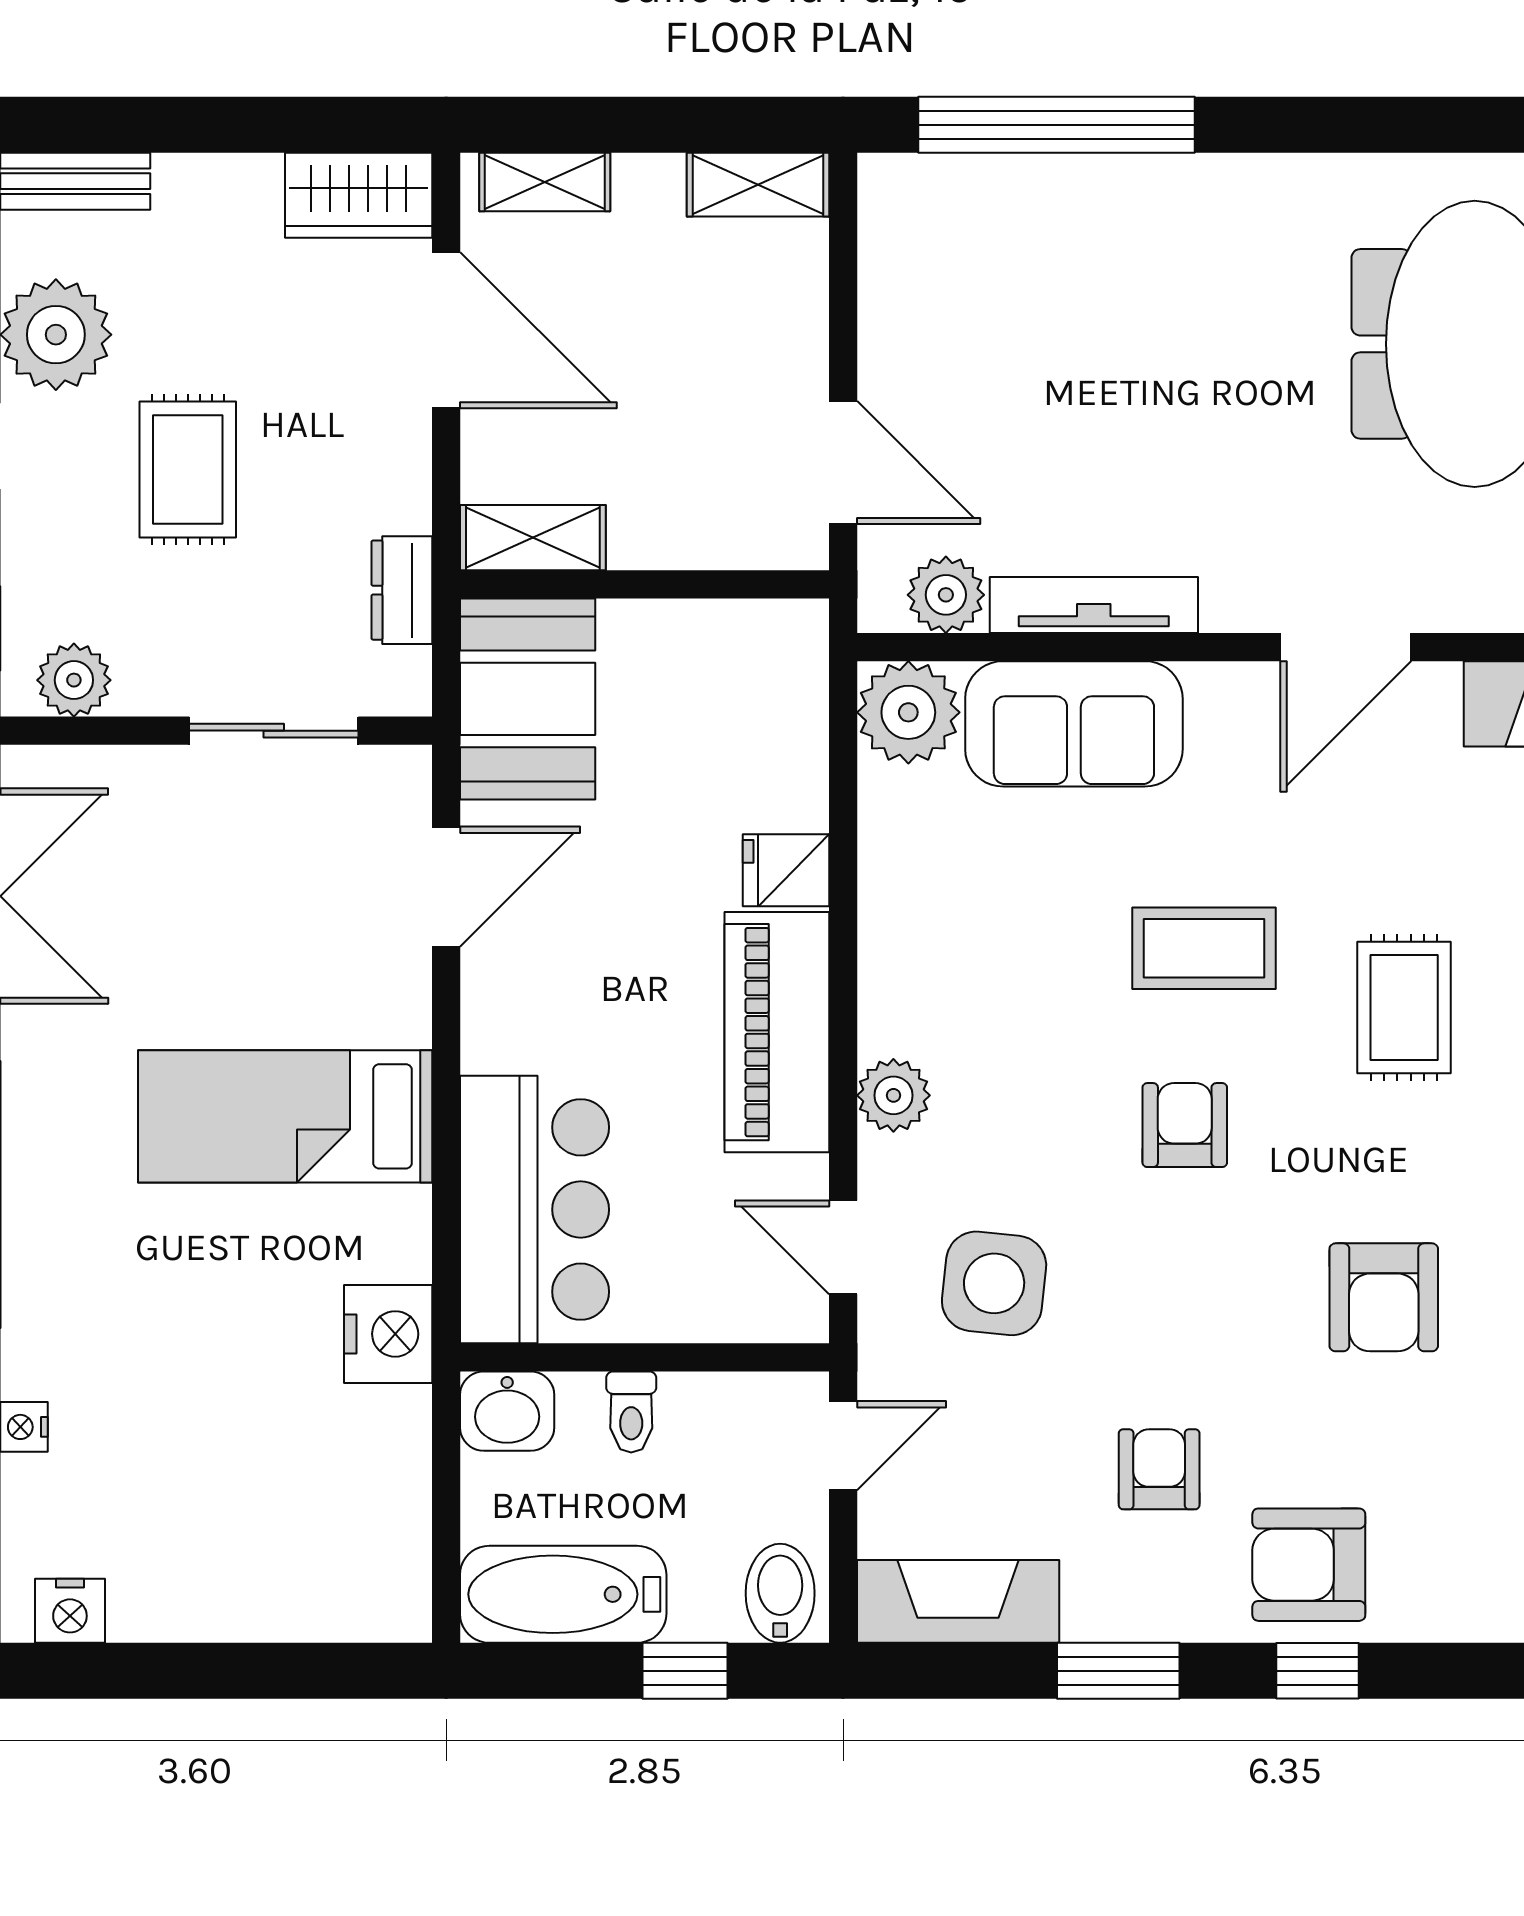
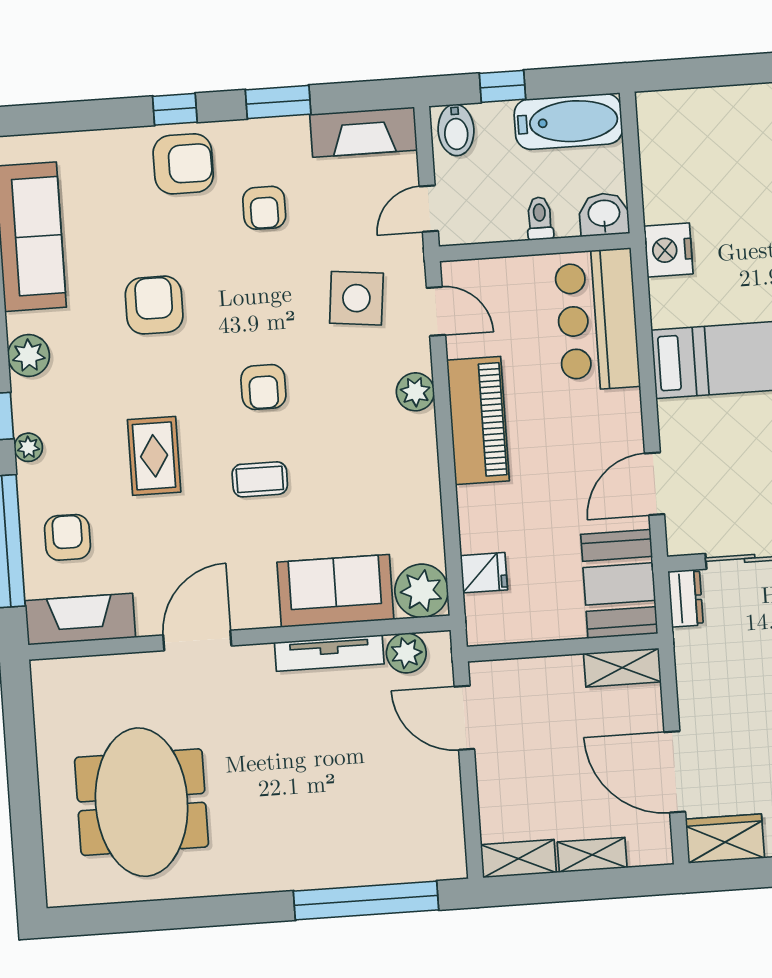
shelving: (545, 182) -> (592, 855), moved
dresser: (402, 590) -> (686, 598), moved
fridge: (786, 870) -> (484, 573), moved
coffee table: (1204, 948) -> (260, 479), width x0.73, depth x0.77

